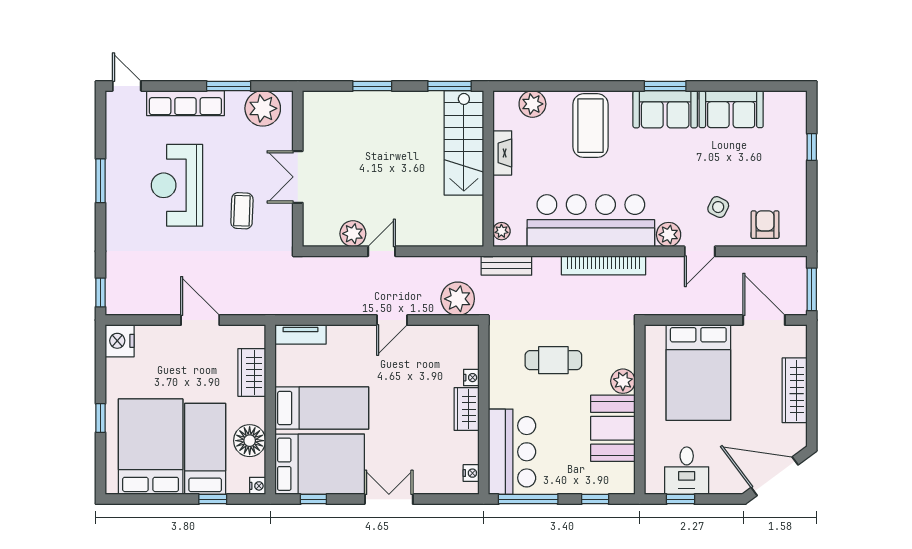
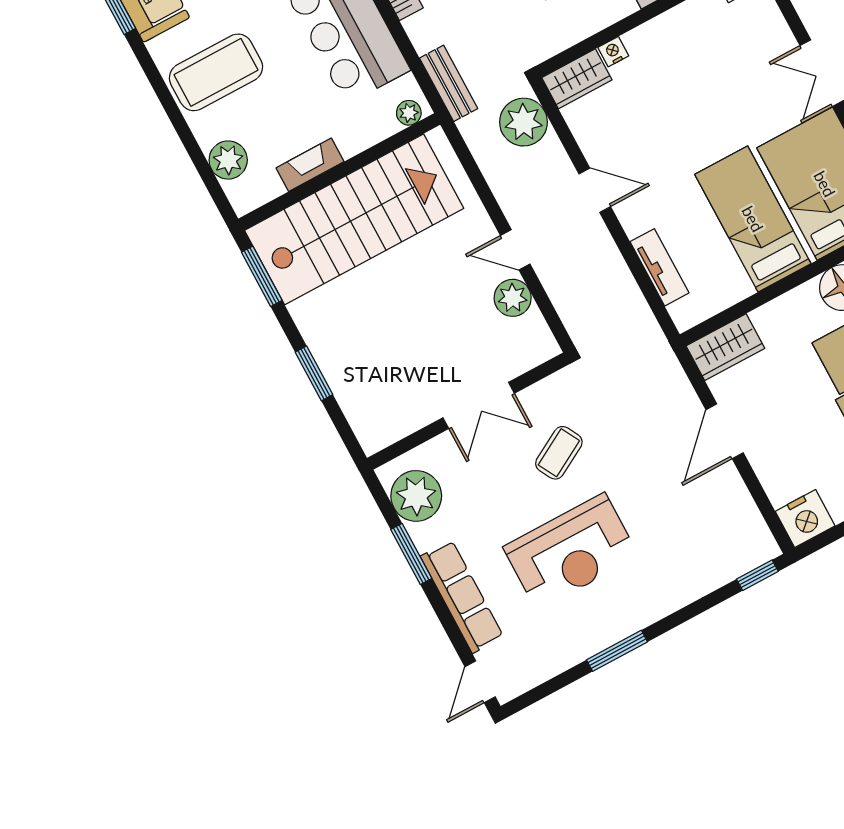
stairs: (464, 143) -> (354, 219), width x1.36, depth x1.51
coffee table: (242, 211) -> (559, 453), turned -31
tv unit: (300, 334) -> (659, 267), moved
wardrobe: (252, 372) -> (725, 347), moved
wardrobe: (467, 409) -> (577, 79), moved

